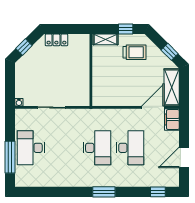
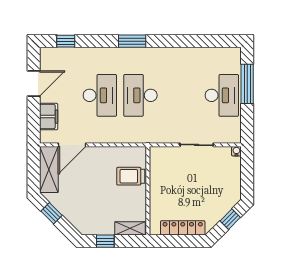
locker: (56, 40) -> (183, 228), width x1.53
trolley: (134, 52) -> (131, 176), moved
filing cabinet: (172, 120) -> (49, 117), moved
desk: (130, 148) -> (100, 95), turned 180

